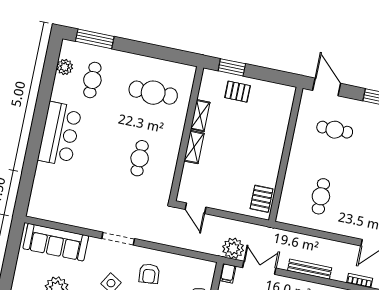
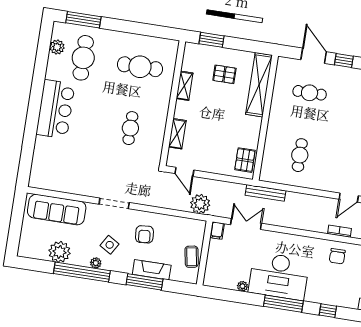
cafe table: (92, 80) -> (83, 58), width x1.37, depth x1.35
door: (327, 87) -> (314, 56), moved
pallet: (238, 92) -> (224, 74), moved
shelving: (281, 118) -> (259, 85), added
shelving: (194, 147) -> (177, 134), moved
plant: (233, 248) -> (200, 204), moved
bench: (310, 269) -> (266, 193), moved

